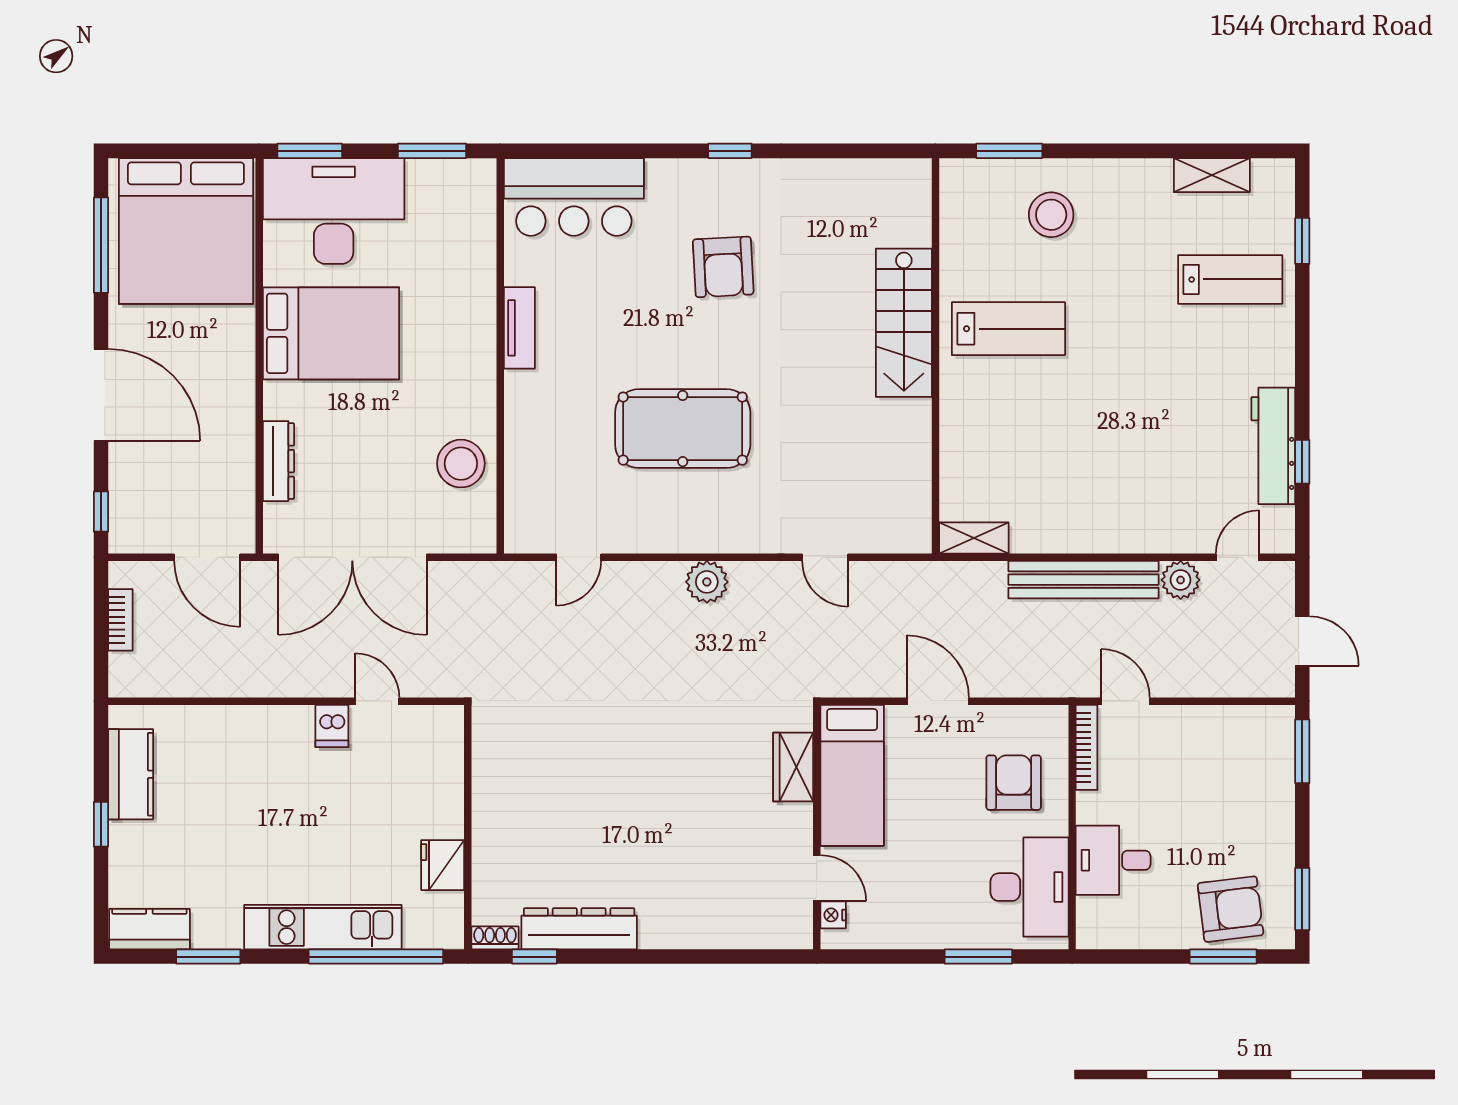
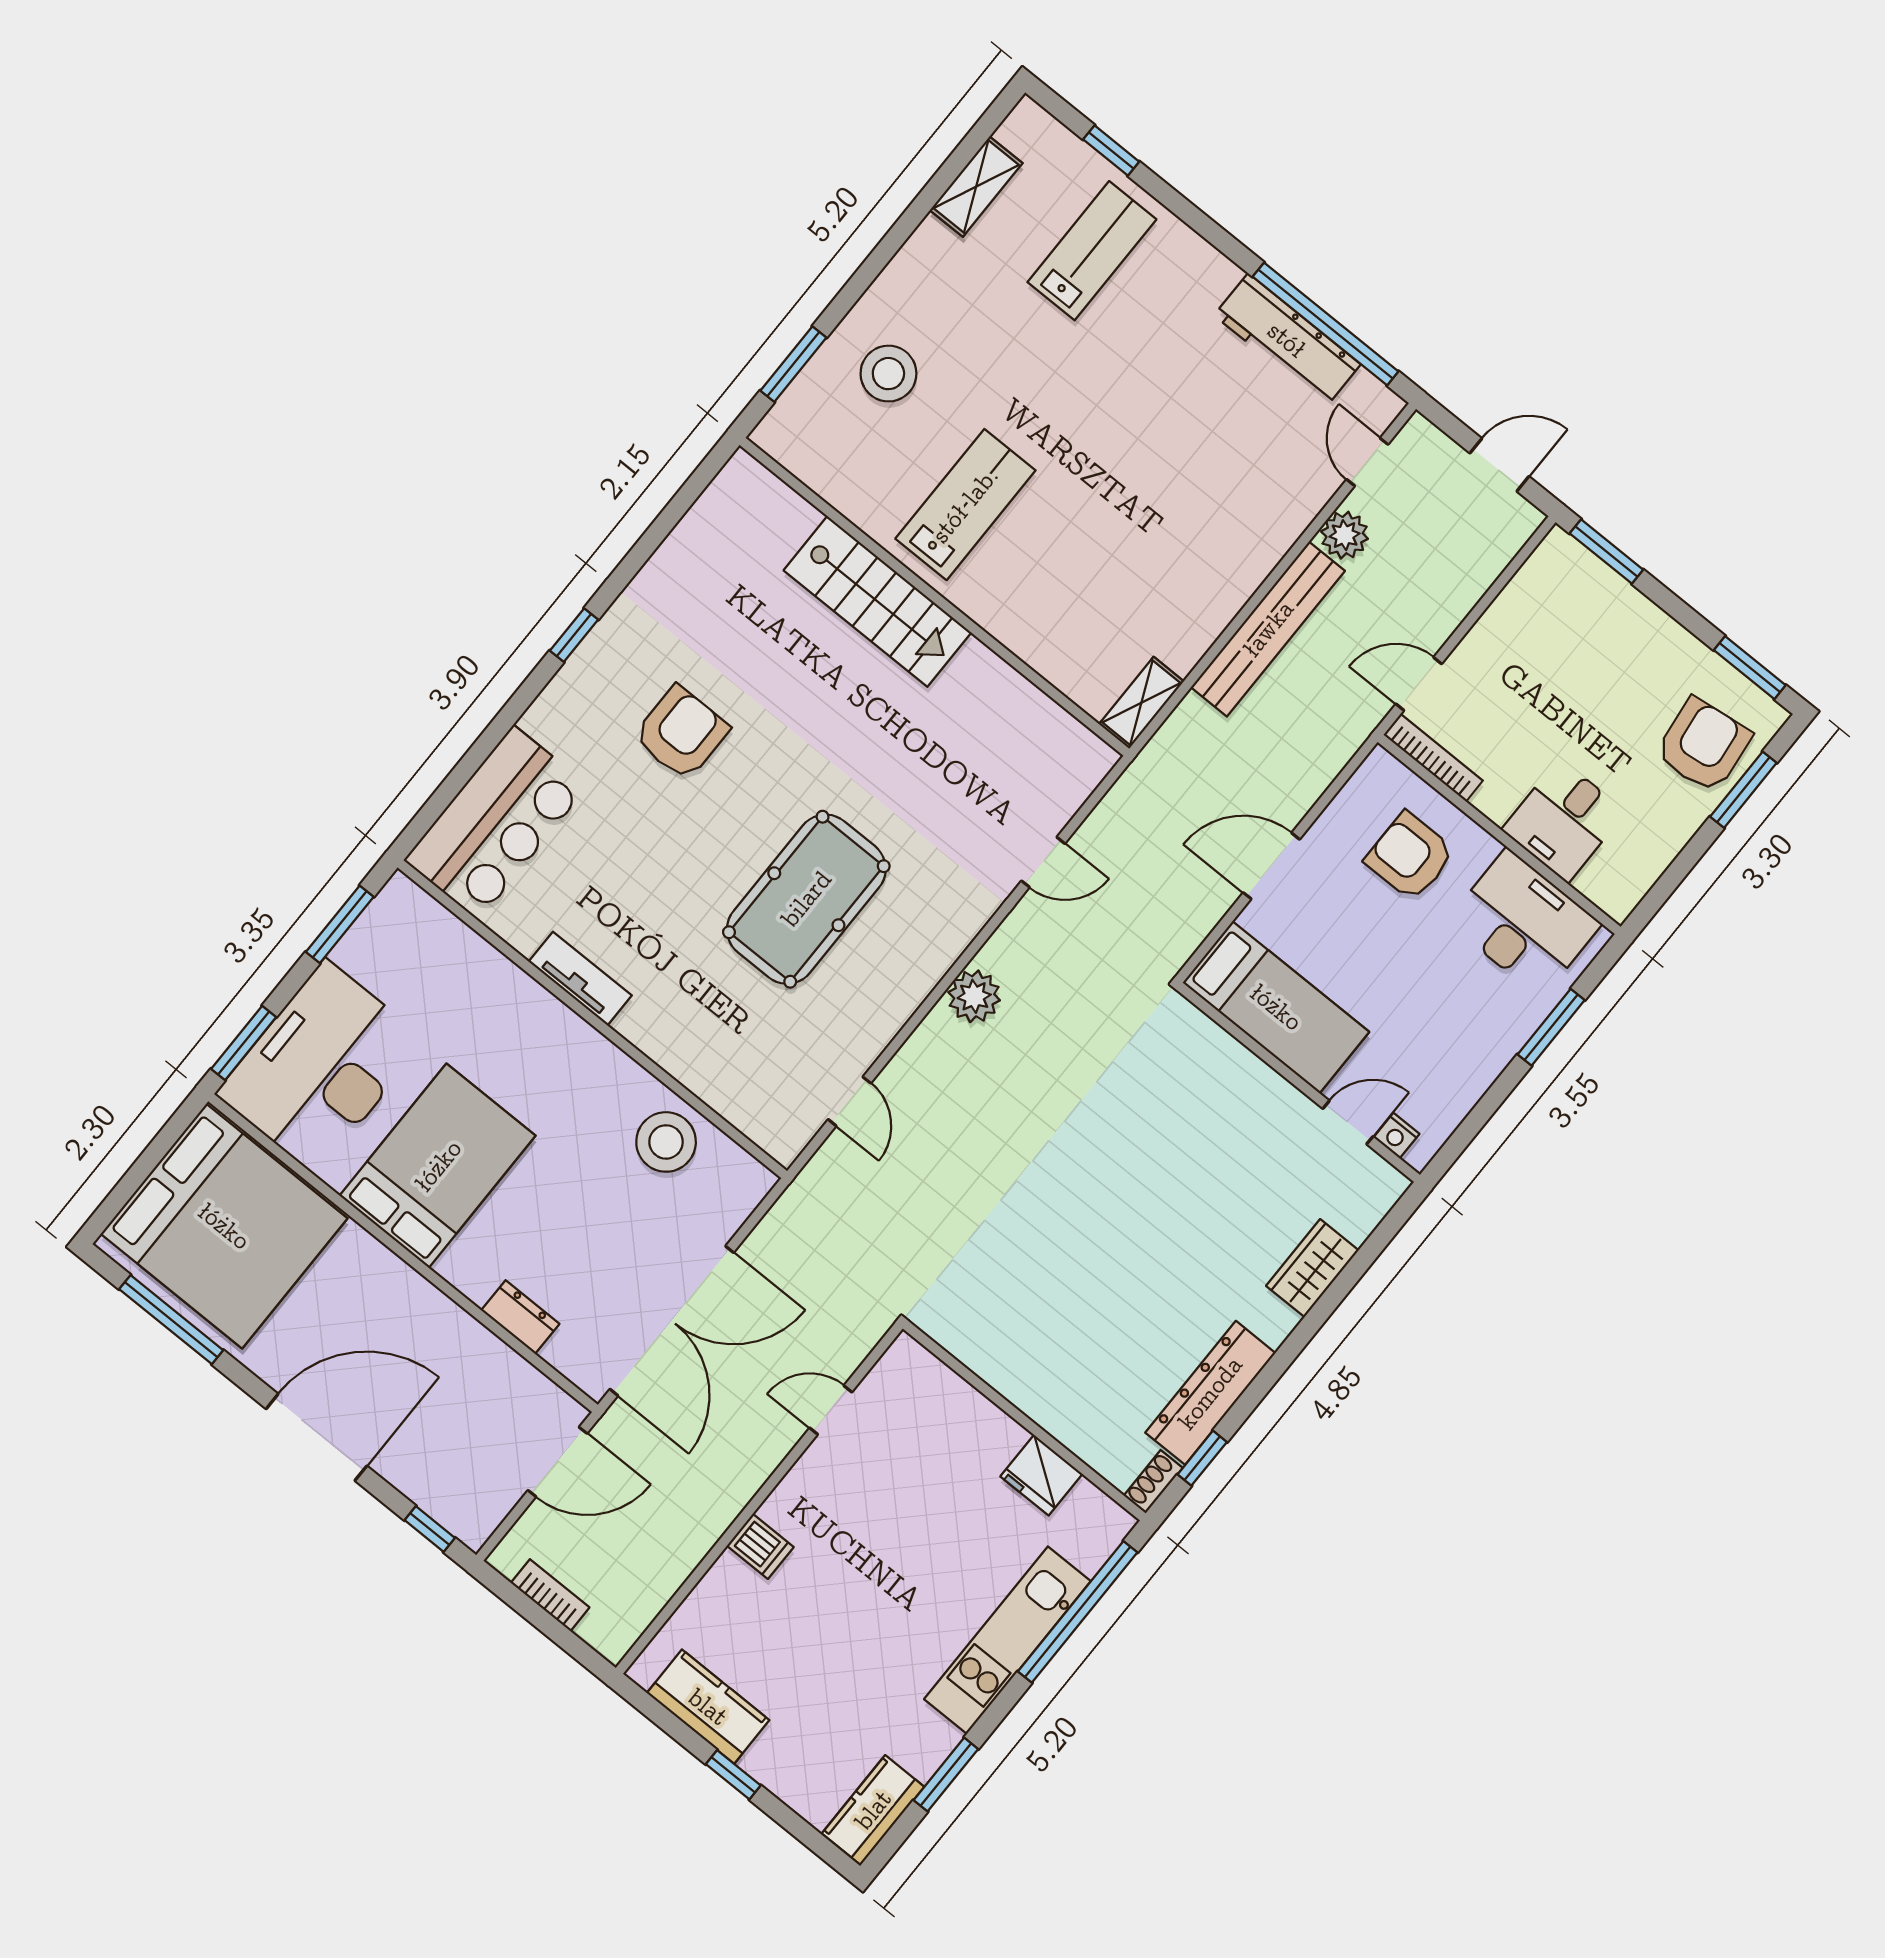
armchair: (723, 267) -> (681, 733), turned -87
dresser: (278, 461) -> (520, 1317), width x0.70
window: (1302, 462) -> (1326, 324), width x3.17
dishwasher: (332, 726) -> (760, 1546), moved
wardrobe: (793, 767) -> (1312, 1268), moved, turned 90

